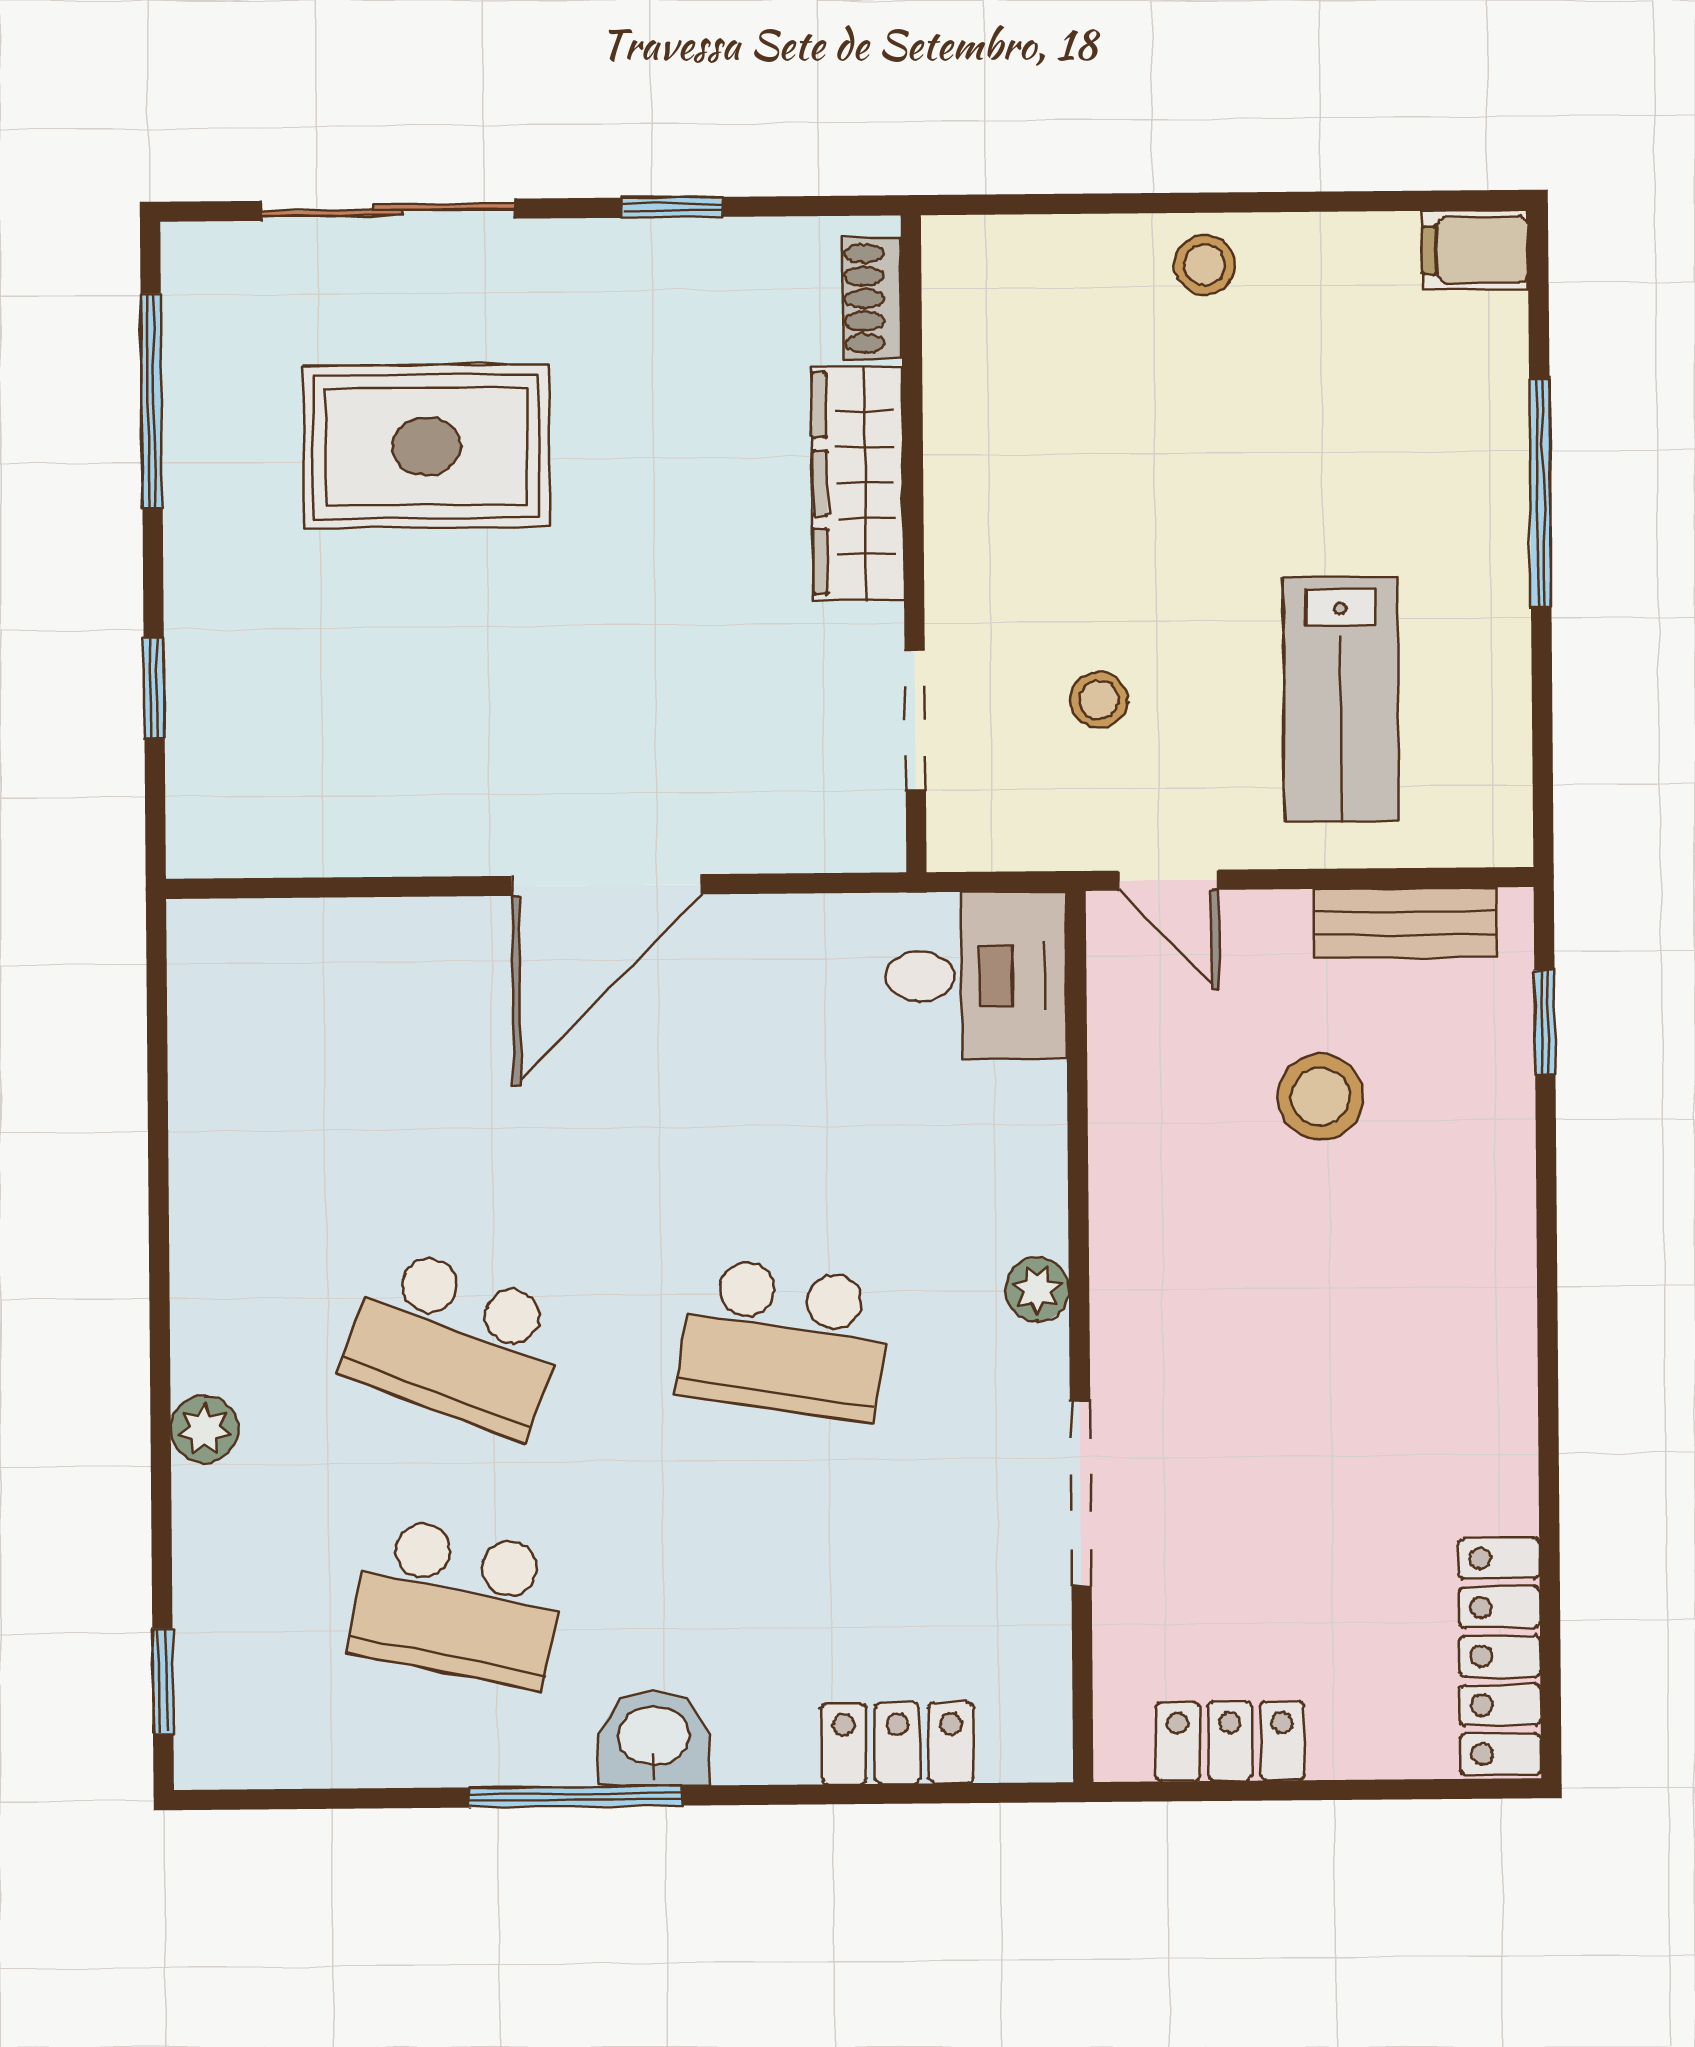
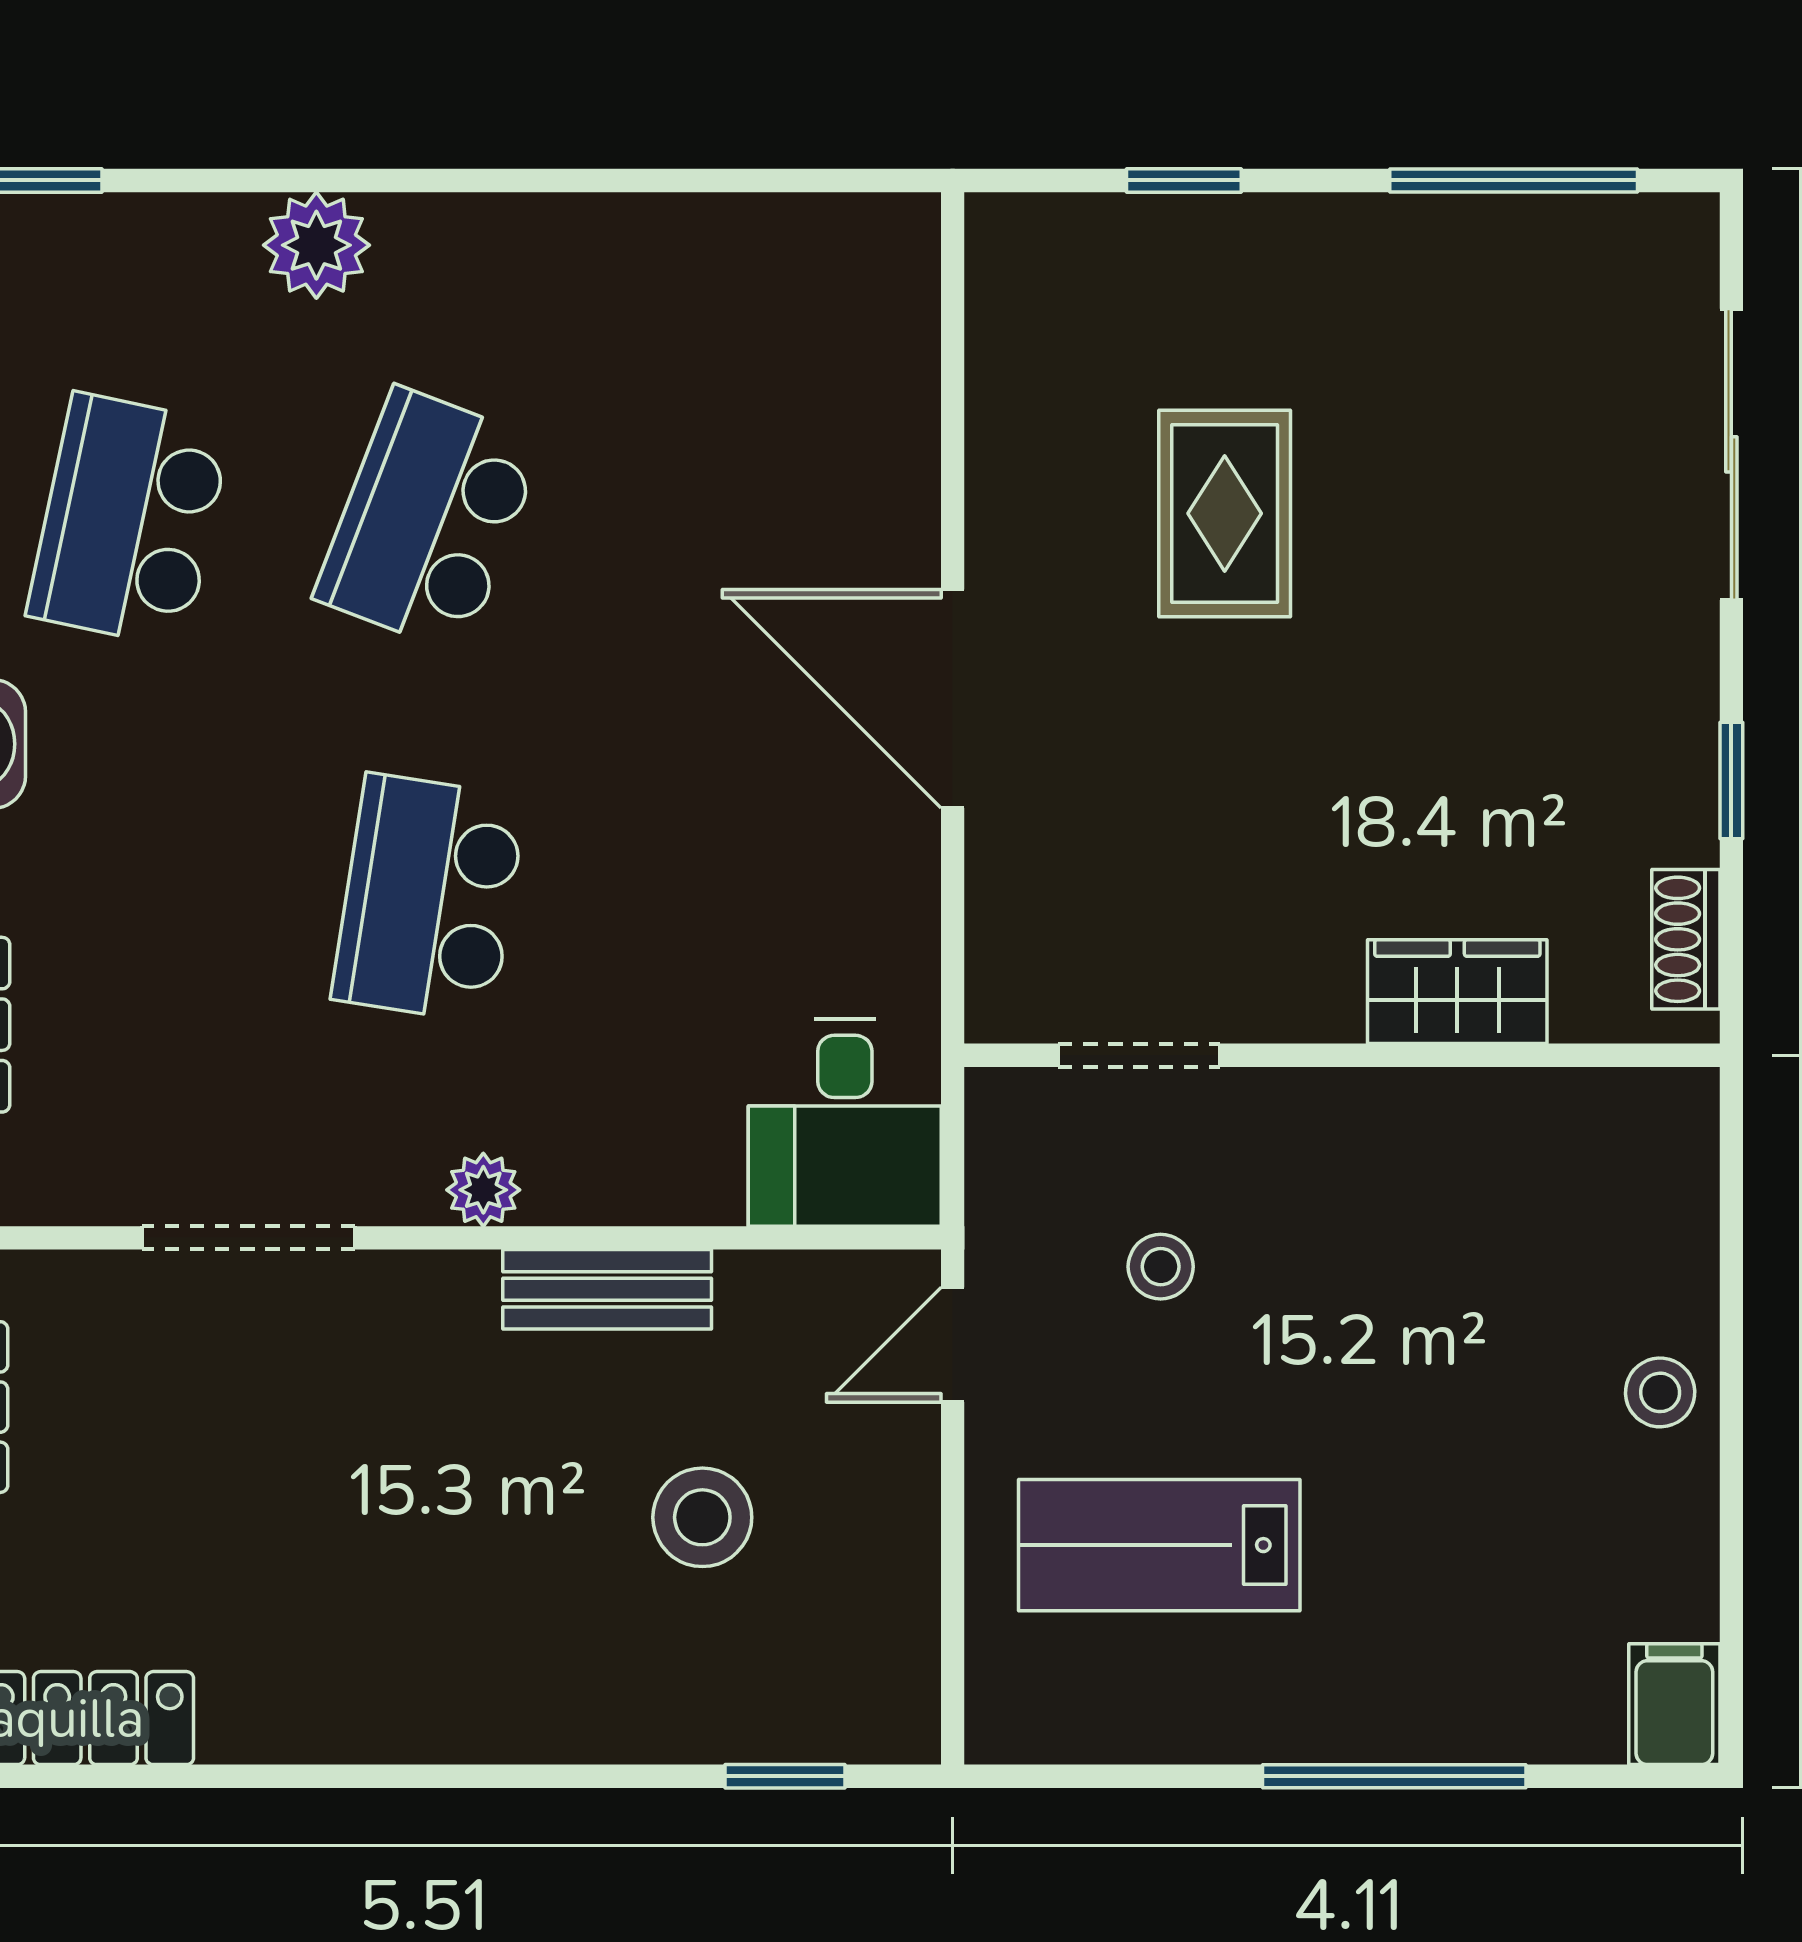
shoe rack: (872, 298) -> (1686, 939), moved, turned -90
rug: (426, 446) -> (1225, 513), moved, width x0.73, depth x0.70
wardrobe: (858, 483) -> (1457, 992), width x0.67
bench: (1405, 923) -> (607, 1289), moved, turned 90
plant: (204, 1429) -> (316, 245), width x1.38, depth x1.38

